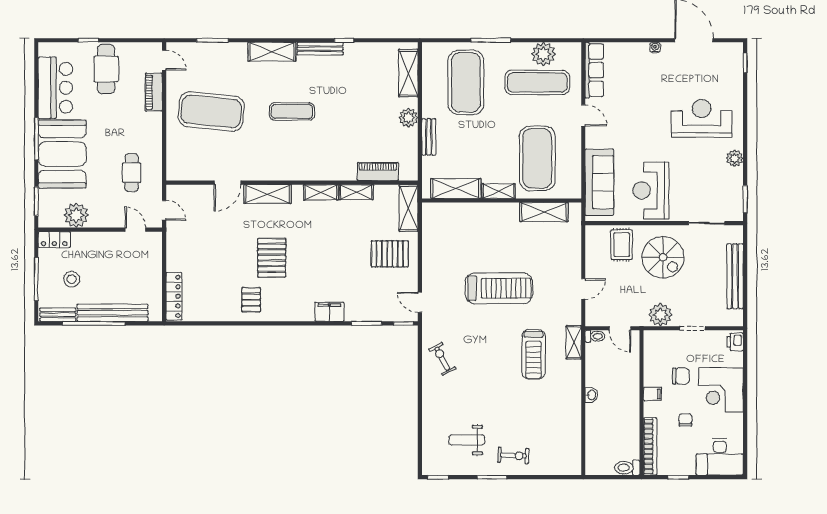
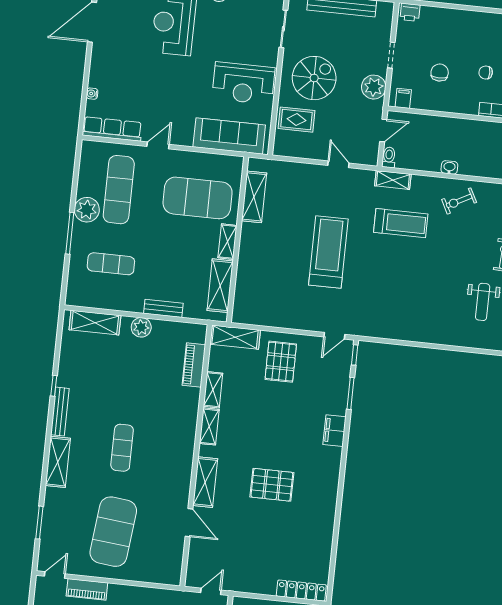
water cooler: (655, 47) -> (92, 94), moved
plant: (543, 54) -> (87, 210), moved
exercise mat: (466, 82) -> (111, 264), width x0.50, depth x0.69
pallet: (251, 300) -> (313, 511), removed
exercise bike: (442, 359) -> (459, 201), moved
corner desk: (721, 390) -> (458, 32), removed
filing cabinet: (653, 394) -> (403, 98), moved

